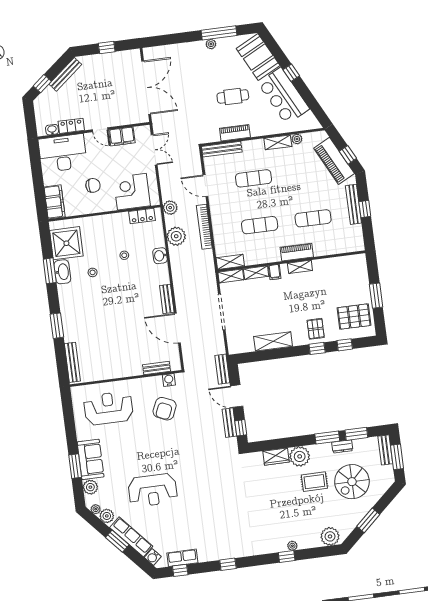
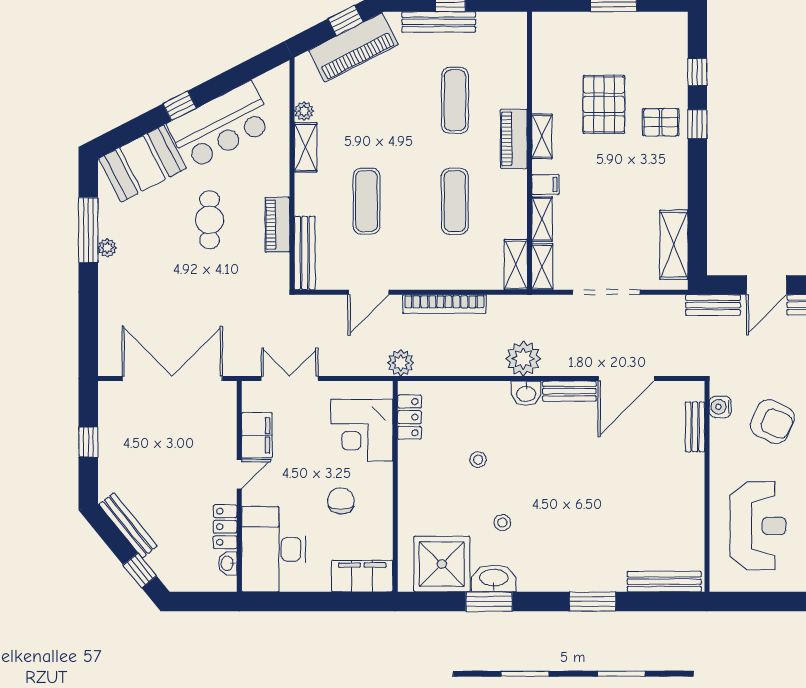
plant: (176, 236) -> (523, 359), moved
washbasin: (160, 256) -> (526, 393), moved
pallet: (354, 317) -> (604, 104), moved
shelving: (273, 341) -> (674, 245), moved
reception desk: (108, 408) -> (758, 526), turned 180

